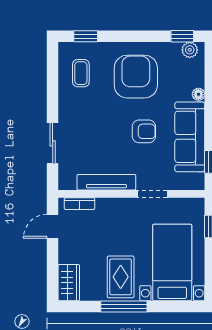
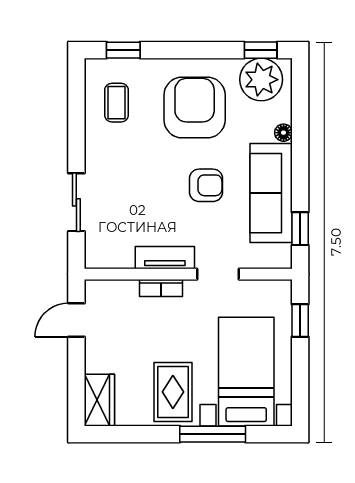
plant: (190, 50) -> (261, 80), width x1.88, depth x1.88
tv unit: (106, 182) -> (165, 258), width x0.71
bookcase: (79, 204) -> (161, 288), moved
window: (124, 306) -> (213, 434), moved

